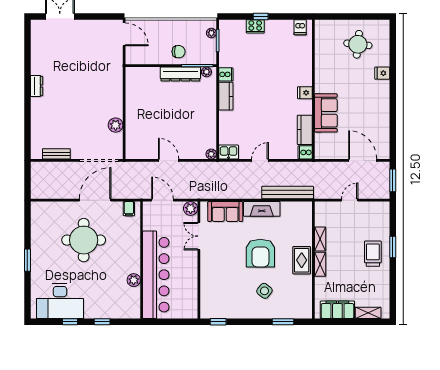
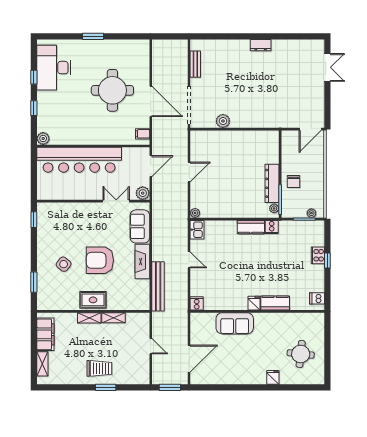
kitchen counter: (305, 130) -> (275, 303), moved
plant: (134, 280) -> (43, 138), moved

